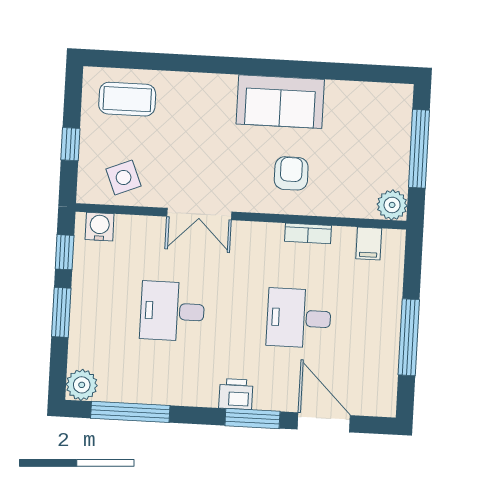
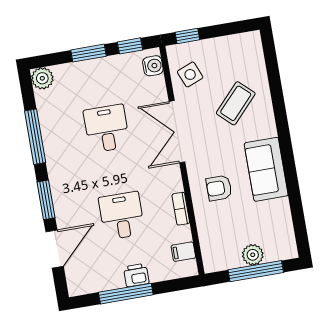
coffee table: (127, 99) -> (236, 103), moved, turned 43
window: (70, 144) -> (187, 36), moved
armchair: (291, 173) -> (219, 188), turned 180
plant: (392, 205) -> (253, 255), moved
double door: (199, 214) -> (177, 132), width x1.37
printer: (236, 394) -> (136, 275), moved, turned -90
window: (130, 412) -> (35, 137), moved

